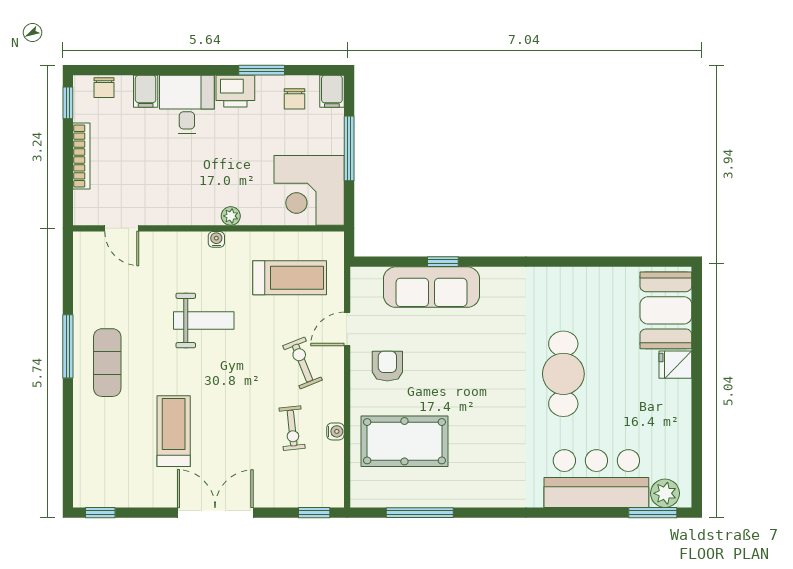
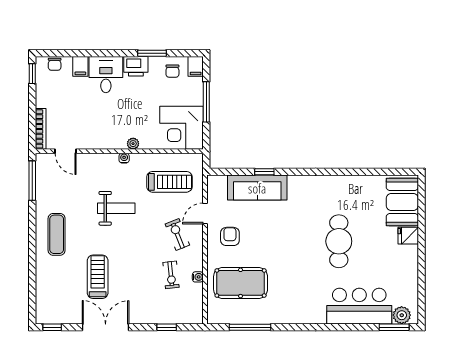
bookcase: (81, 156) -> (41, 129), moved
window: (68, 346) -> (32, 181), moved
double door: (215, 513) -> (106, 327), moved
window: (314, 513) -> (167, 327), moved

